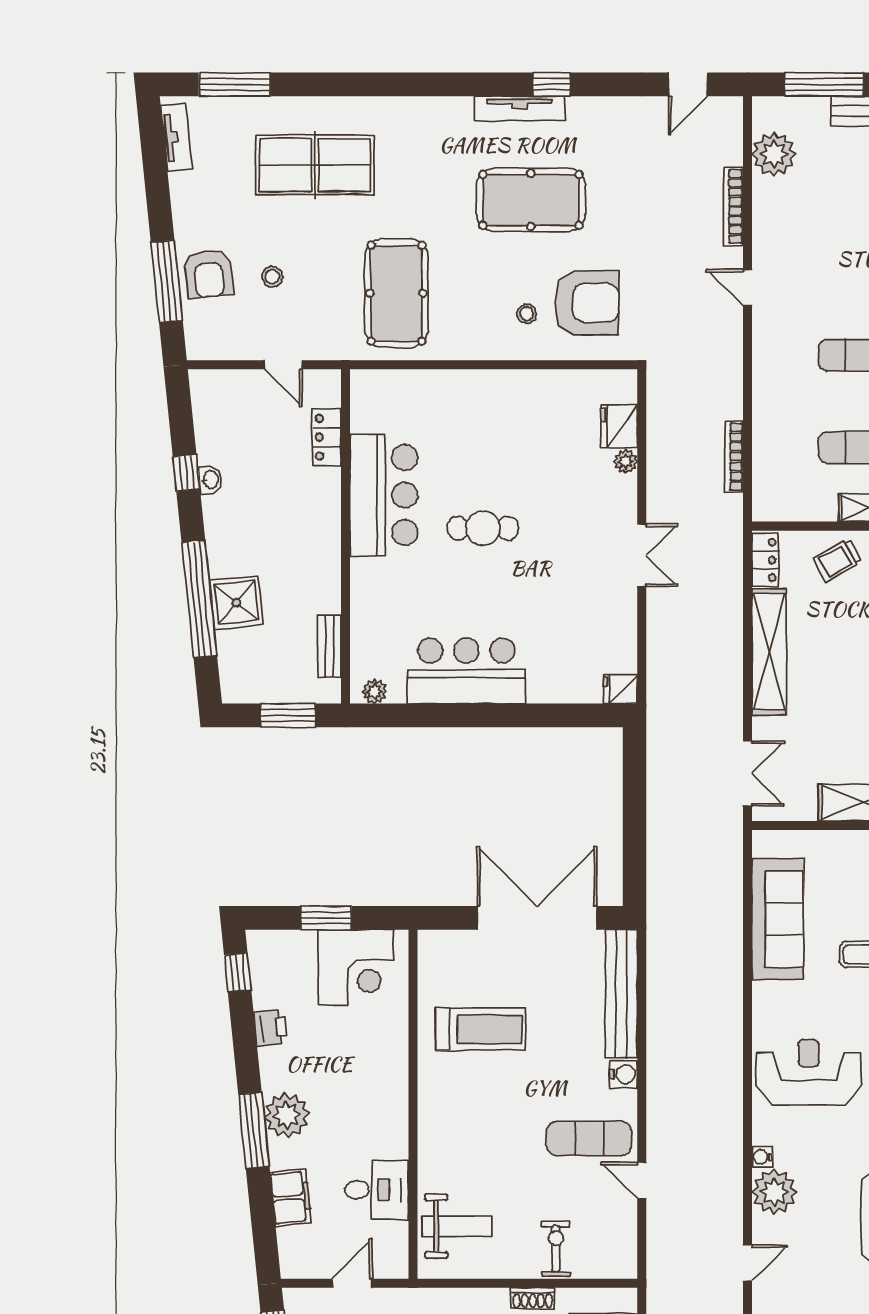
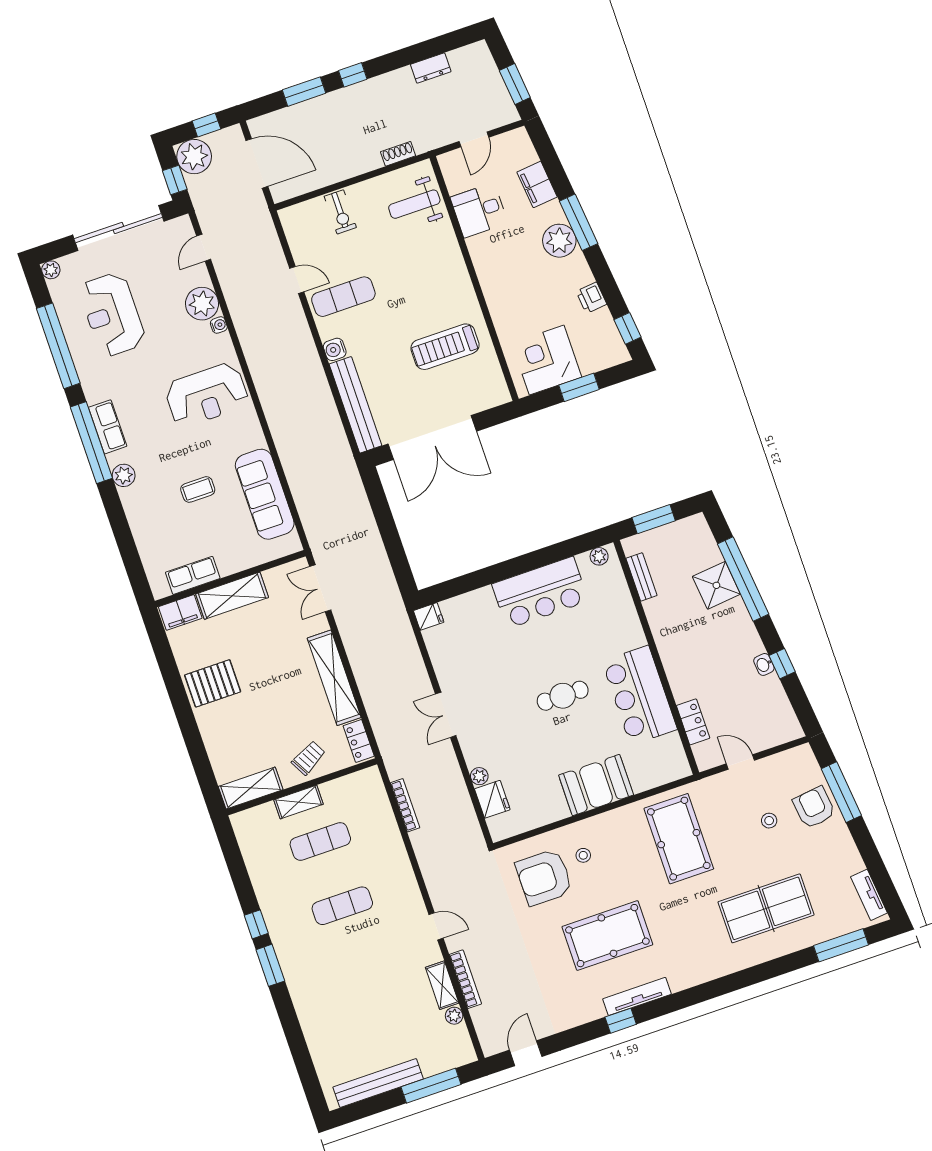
plant: (774, 154) -> (454, 1016), width x0.53, depth x0.53
shelving: (766, 209) -> (442, 985), added
booth: (479, 399) -> (596, 785), added
shoe rack: (533, 1298) -> (398, 154), moved

